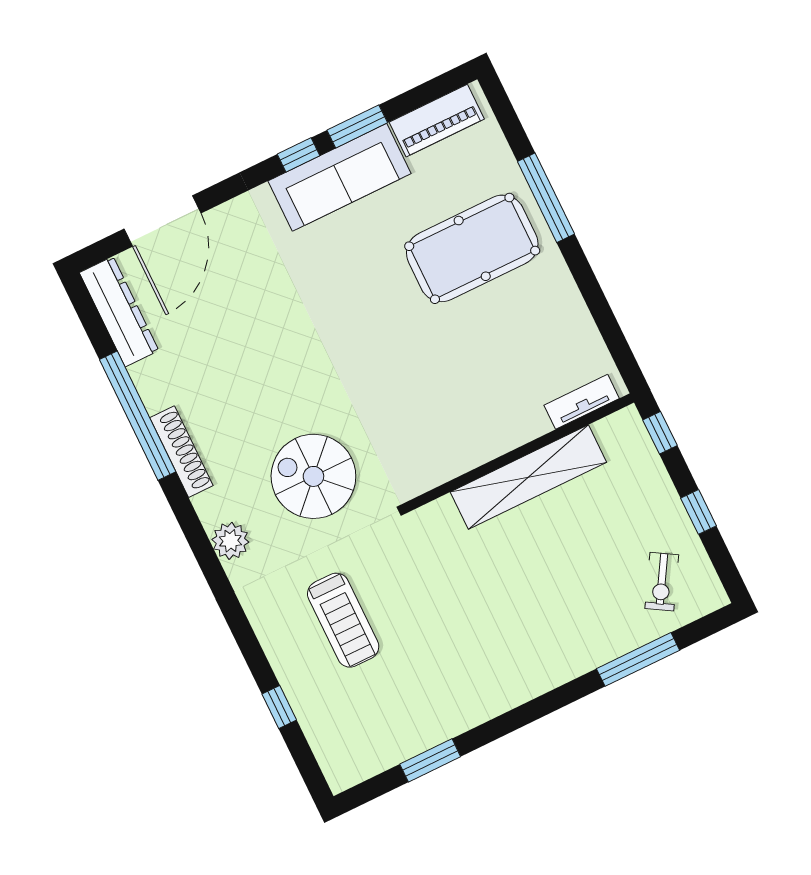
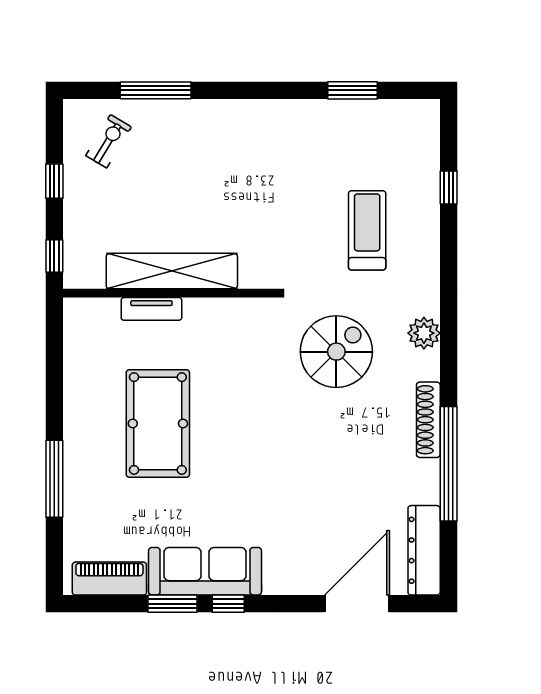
pool table: (472, 248) -> (158, 424), moved, turned 90
tv unit: (582, 402) -> (151, 309), moved
spiral stairs: (313, 476) -> (336, 352), turned -90

